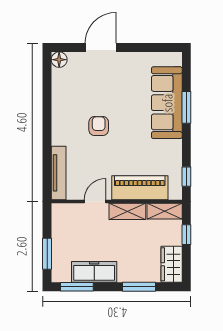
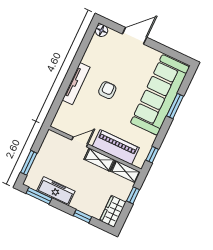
sofa: (167, 103) -> (160, 95), width x1.36, depth x1.27
tv unit: (59, 173) -> (76, 84), moved
window: (139, 287) -> (83, 216), width x0.67

